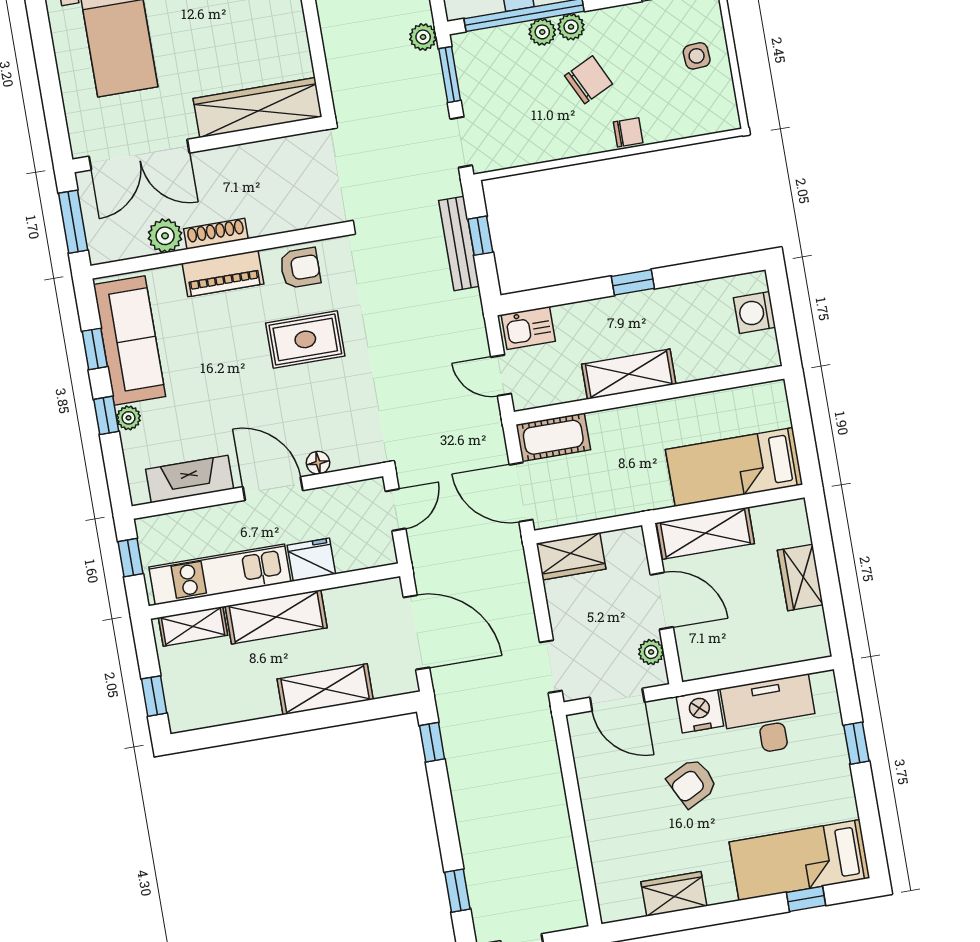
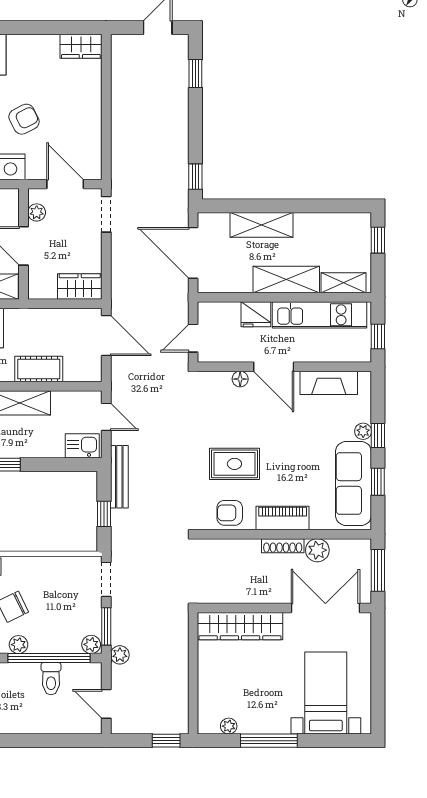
plant: (542, 32) -> (91, 644), moved
bench: (459, 243) -> (119, 477), moved
cot: (553, 437) -> (39, 369), moved
wardrobe: (674, 894) -> (81, 46), moved

